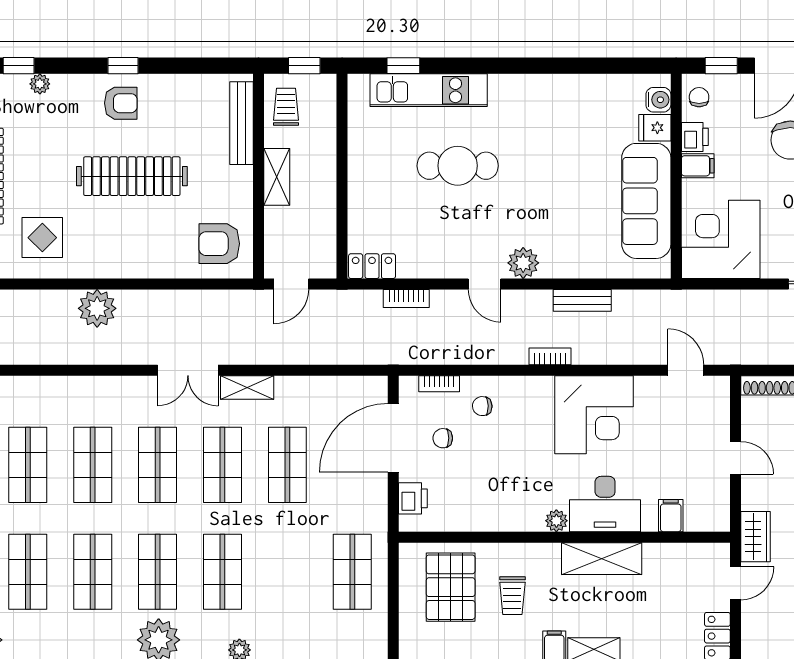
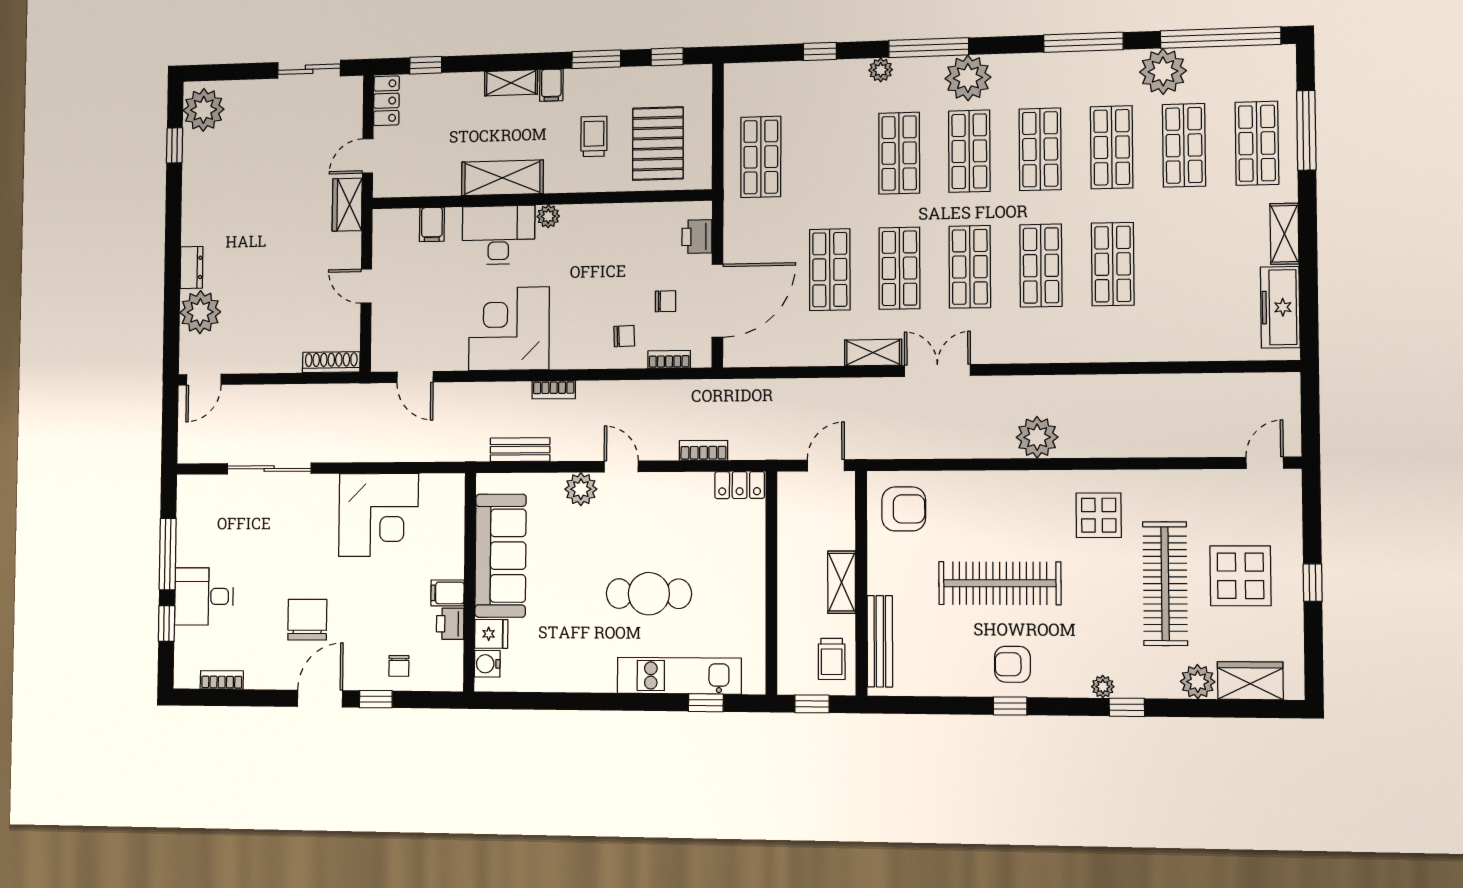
water cooler: (658, 100) -> (487, 664), moved
fridge: (655, 128) -> (491, 634), moved
printer: (695, 137) -> (450, 624), moved
filing cabinet: (698, 166) -> (448, 593), moved
wall: (676, 176) -> (470, 582), moved
sofa: (646, 201) -> (501, 556), moved

